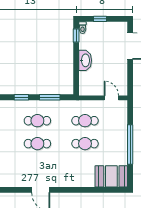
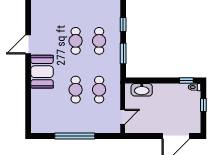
washbasin: (85, 60) -> (142, 90), moved
booth: (111, 176) -> (42, 72), moved

